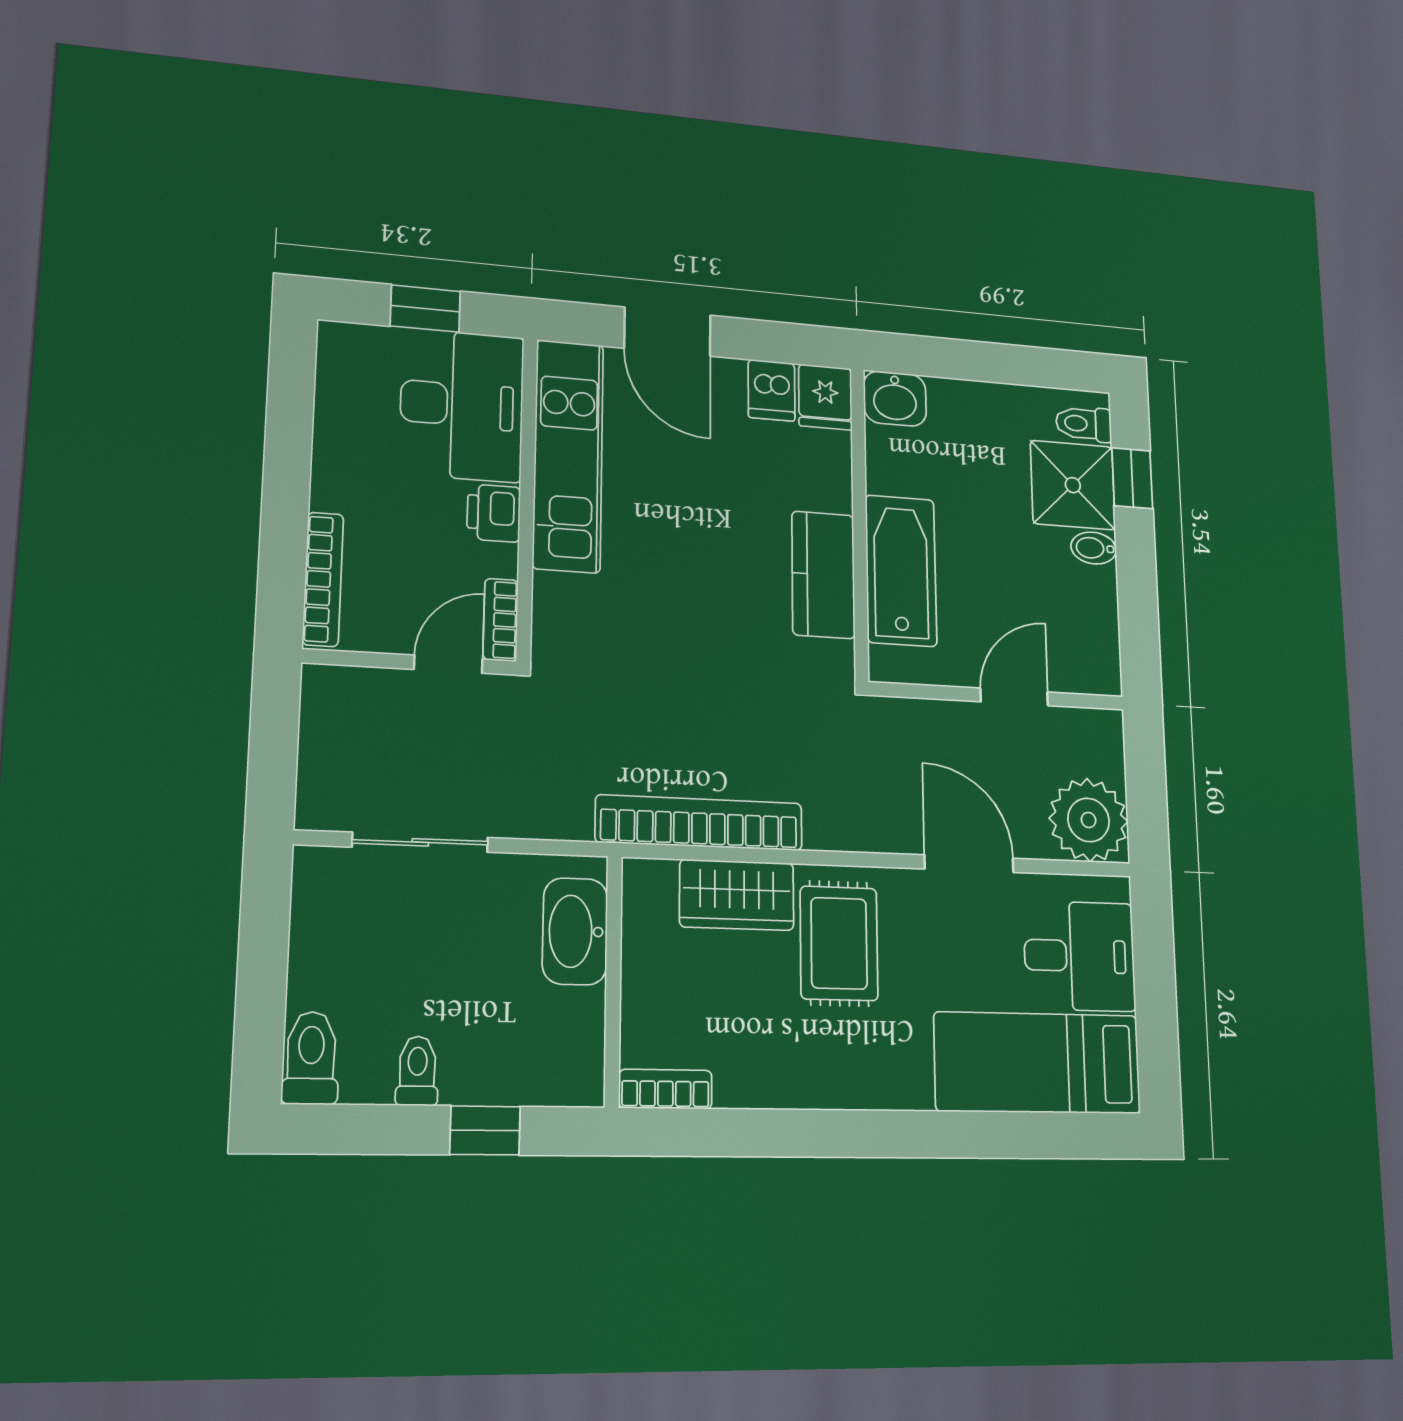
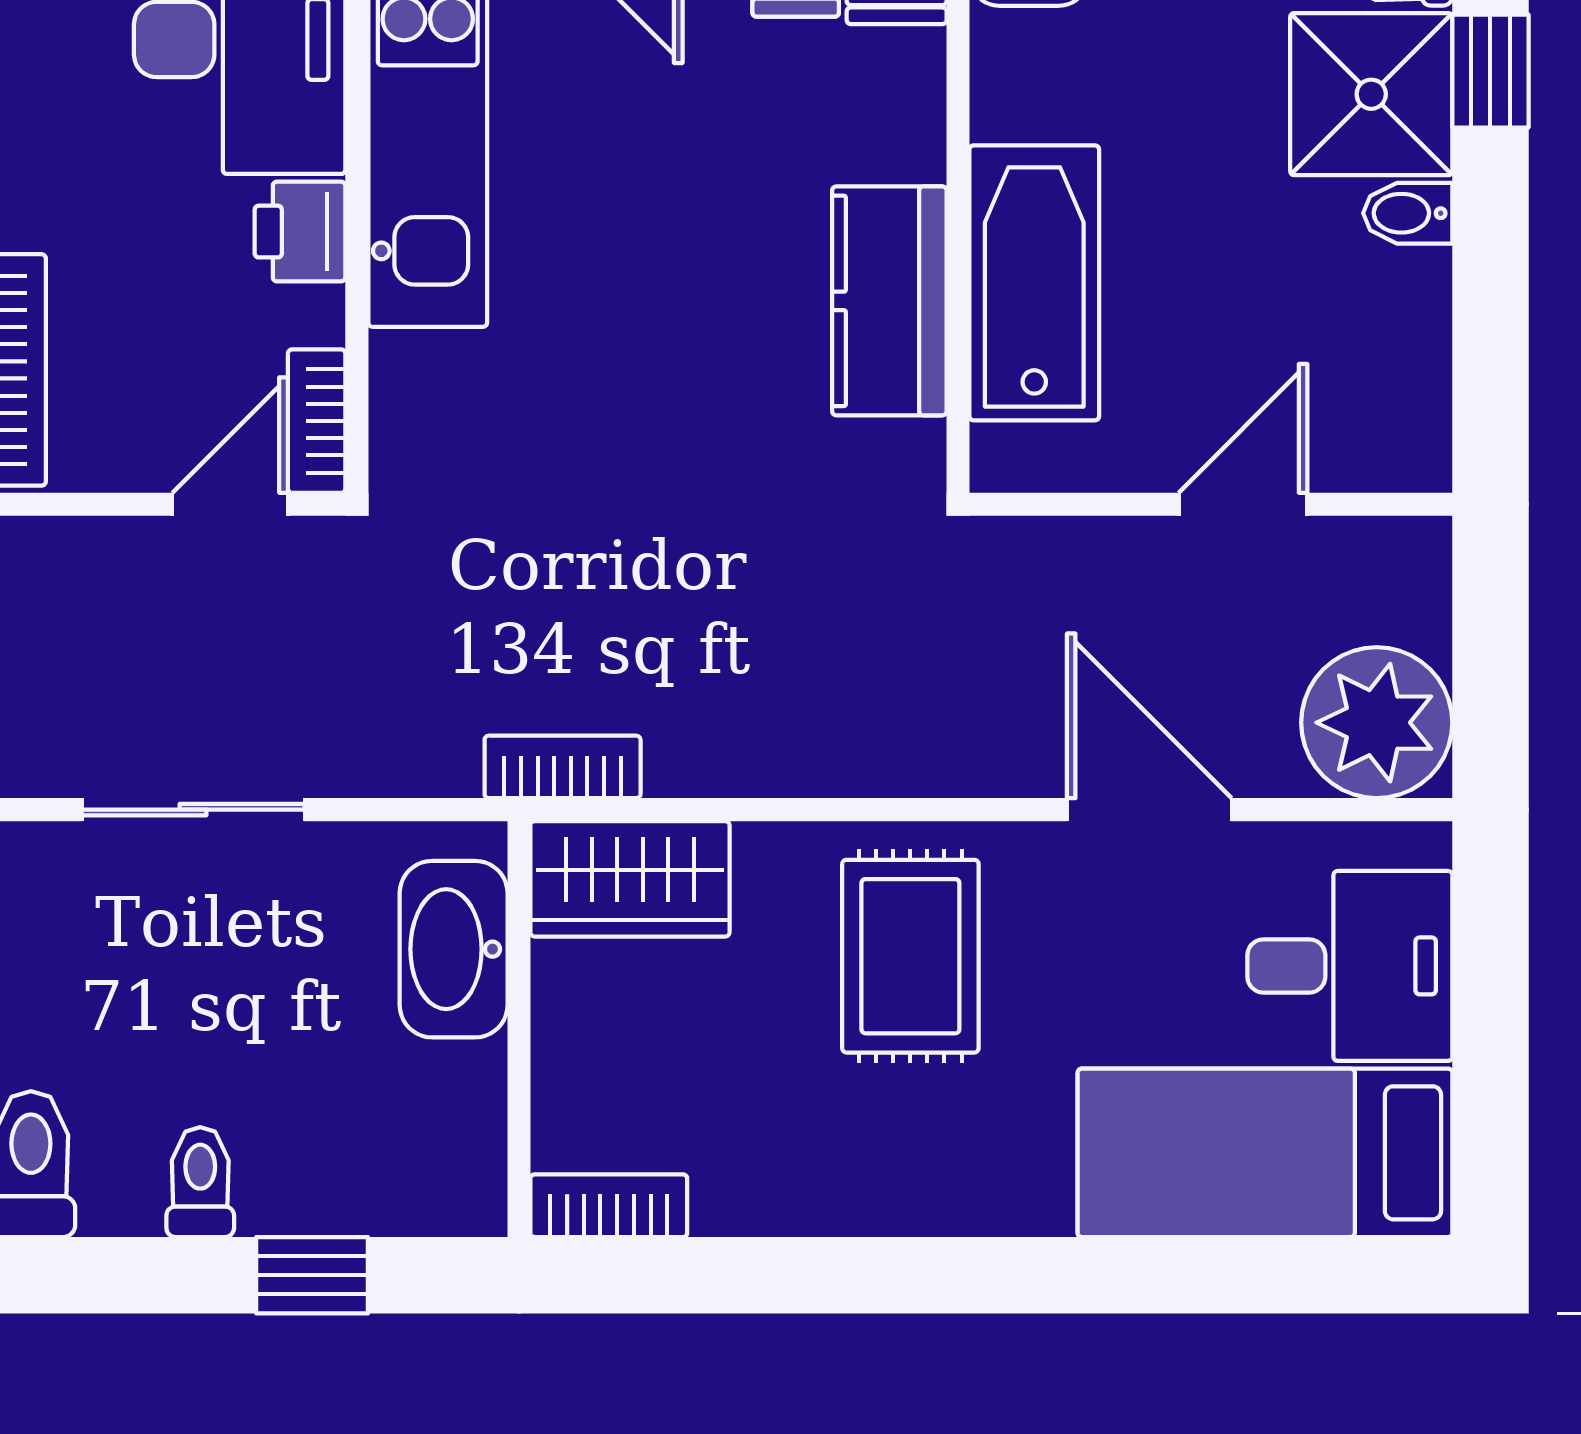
bookcase: (699, 823) -> (563, 767), width x0.43, depth x0.76
wardrobe: (737, 895) -> (630, 879), moved

